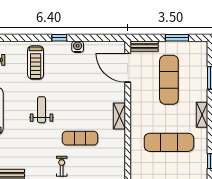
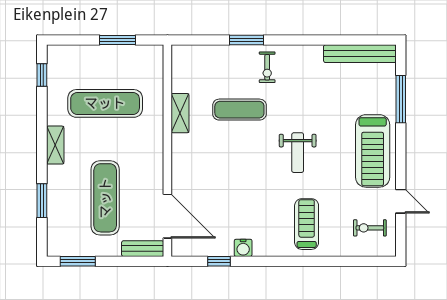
window: (59, 38) -> (219, 261), moved
window: (177, 38) -> (78, 261), moved
shelving: (119, 116) -> (180, 113), moved

